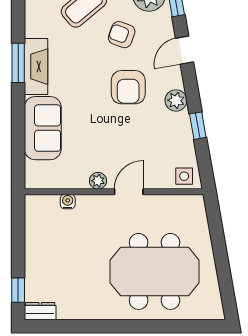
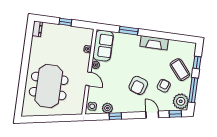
window: (18, 63) -> (129, 31), moved
armchair: (128, 87) -> (138, 85), turned -71
plant: (176, 100) -> (107, 108), moved
sofa: (43, 128) -> (103, 46), moved, turned -90
window: (18, 290) -> (65, 22), moved

